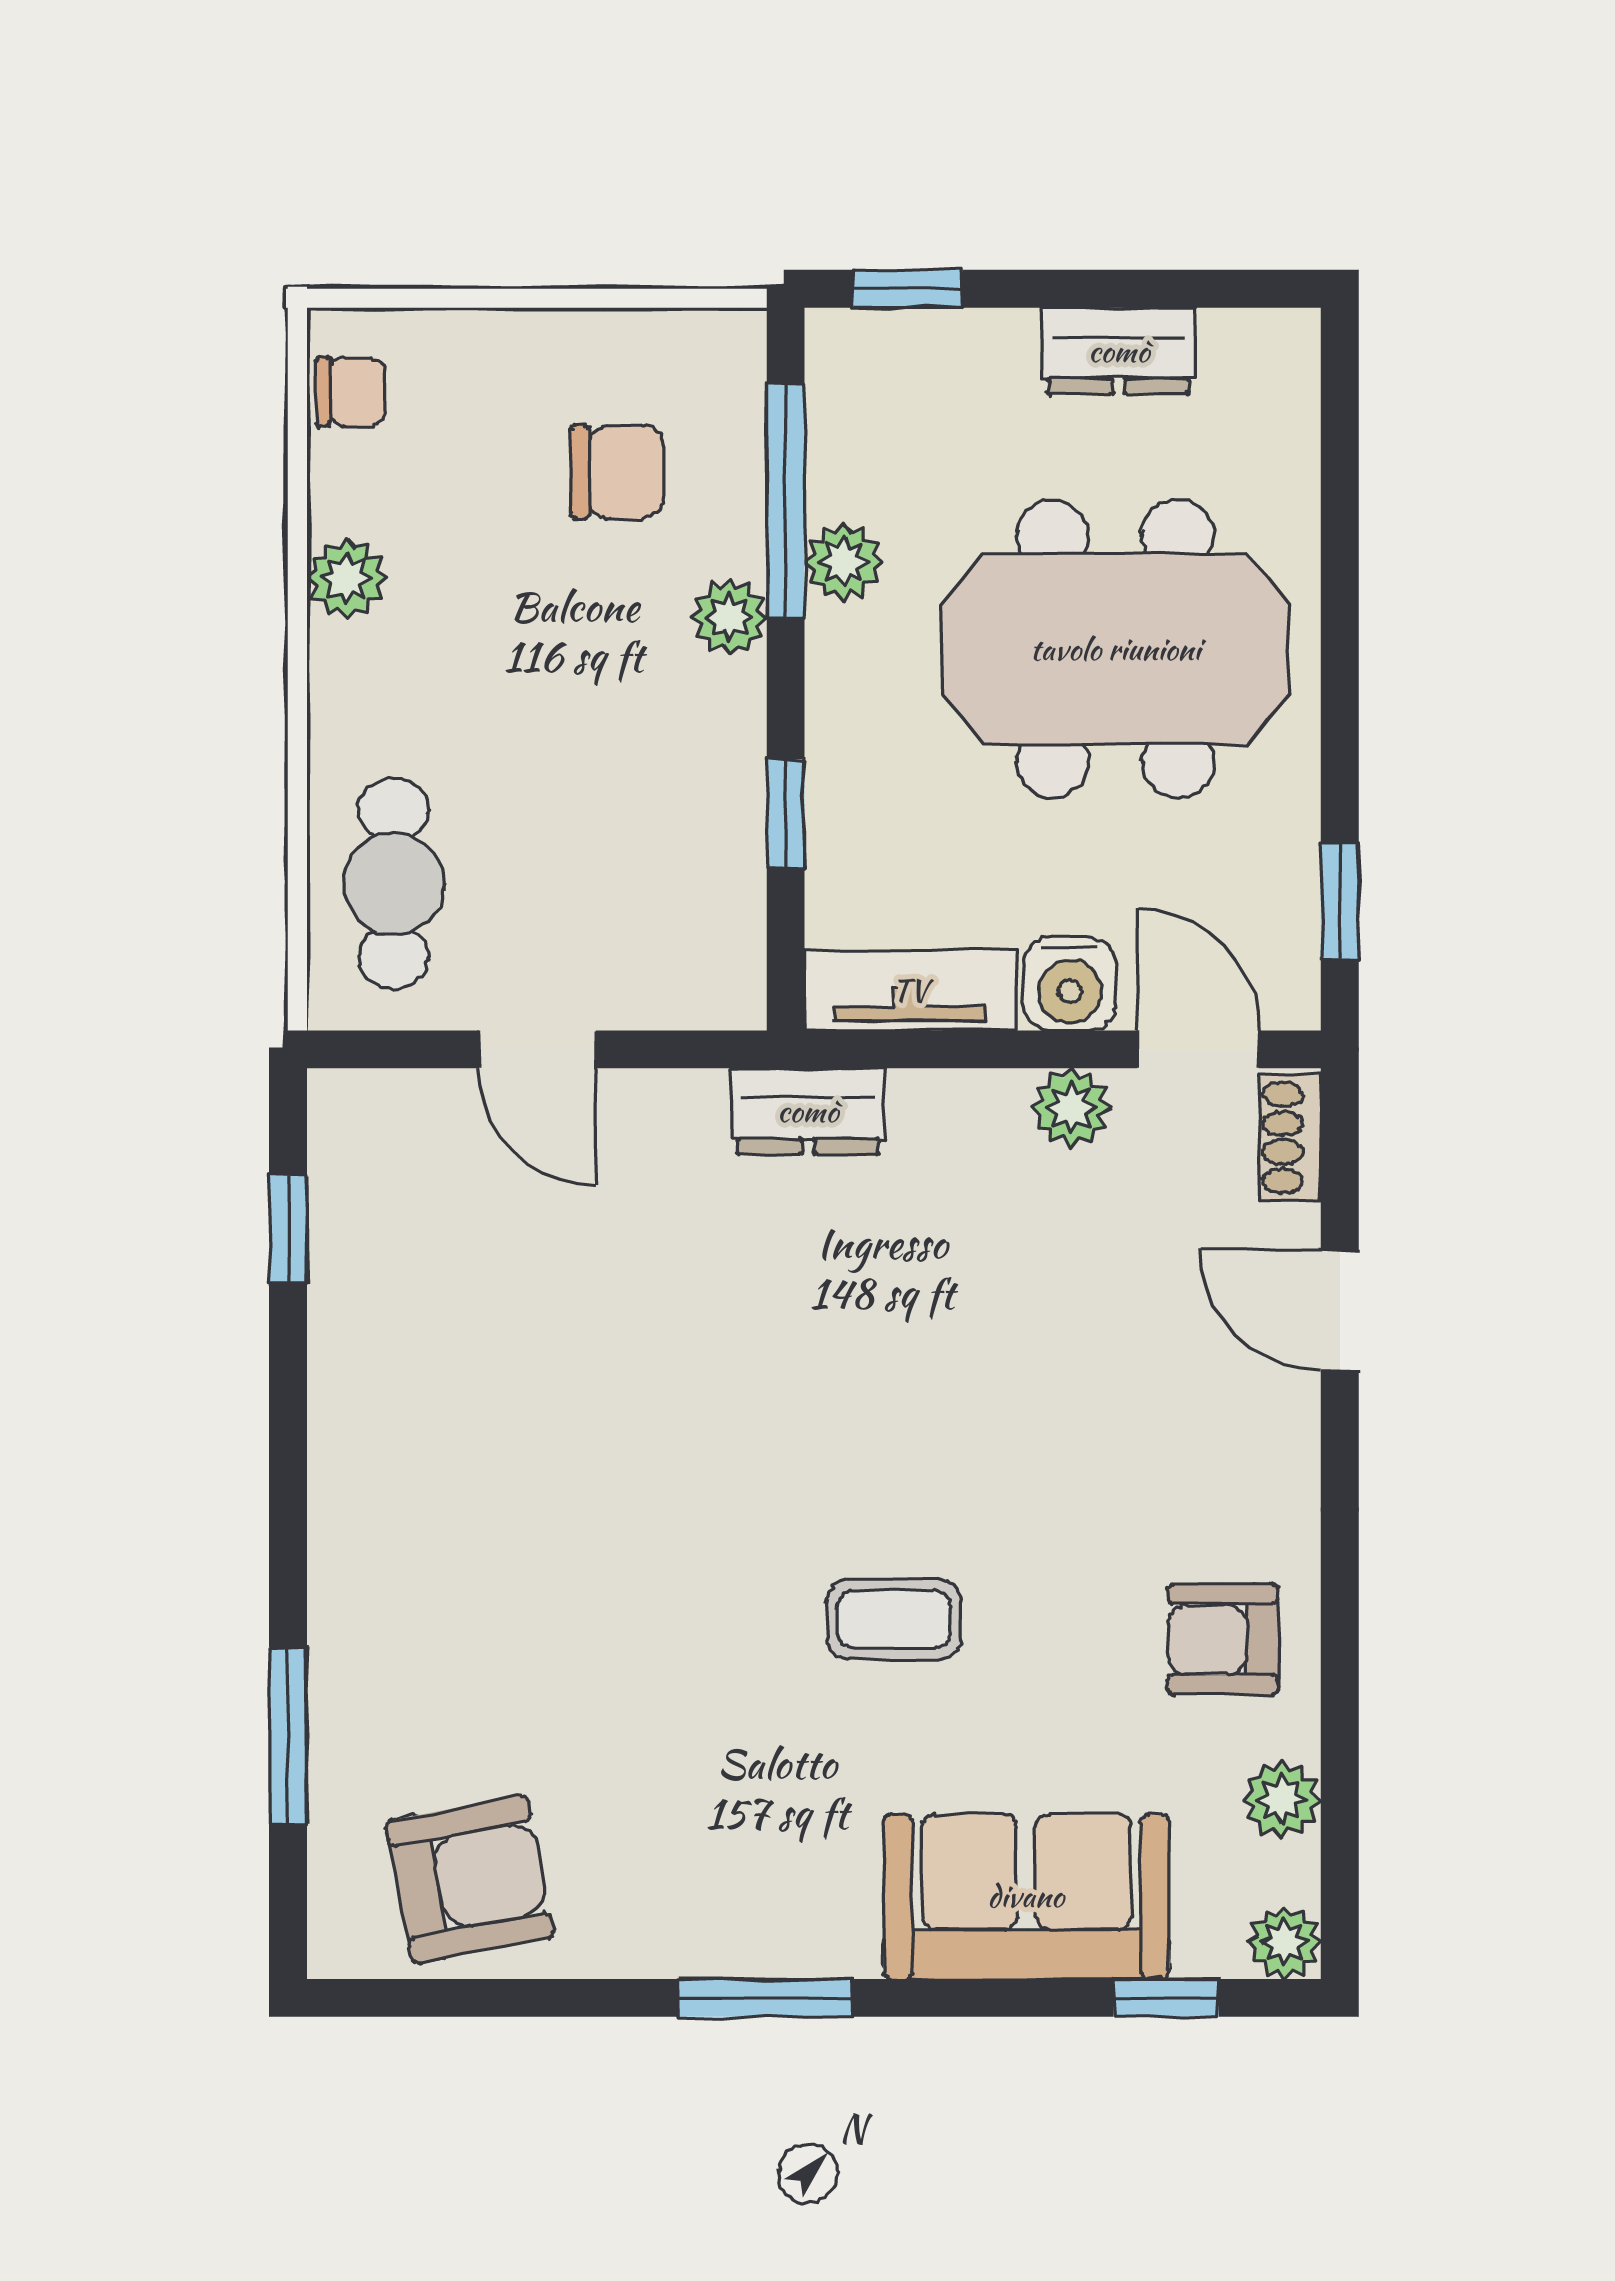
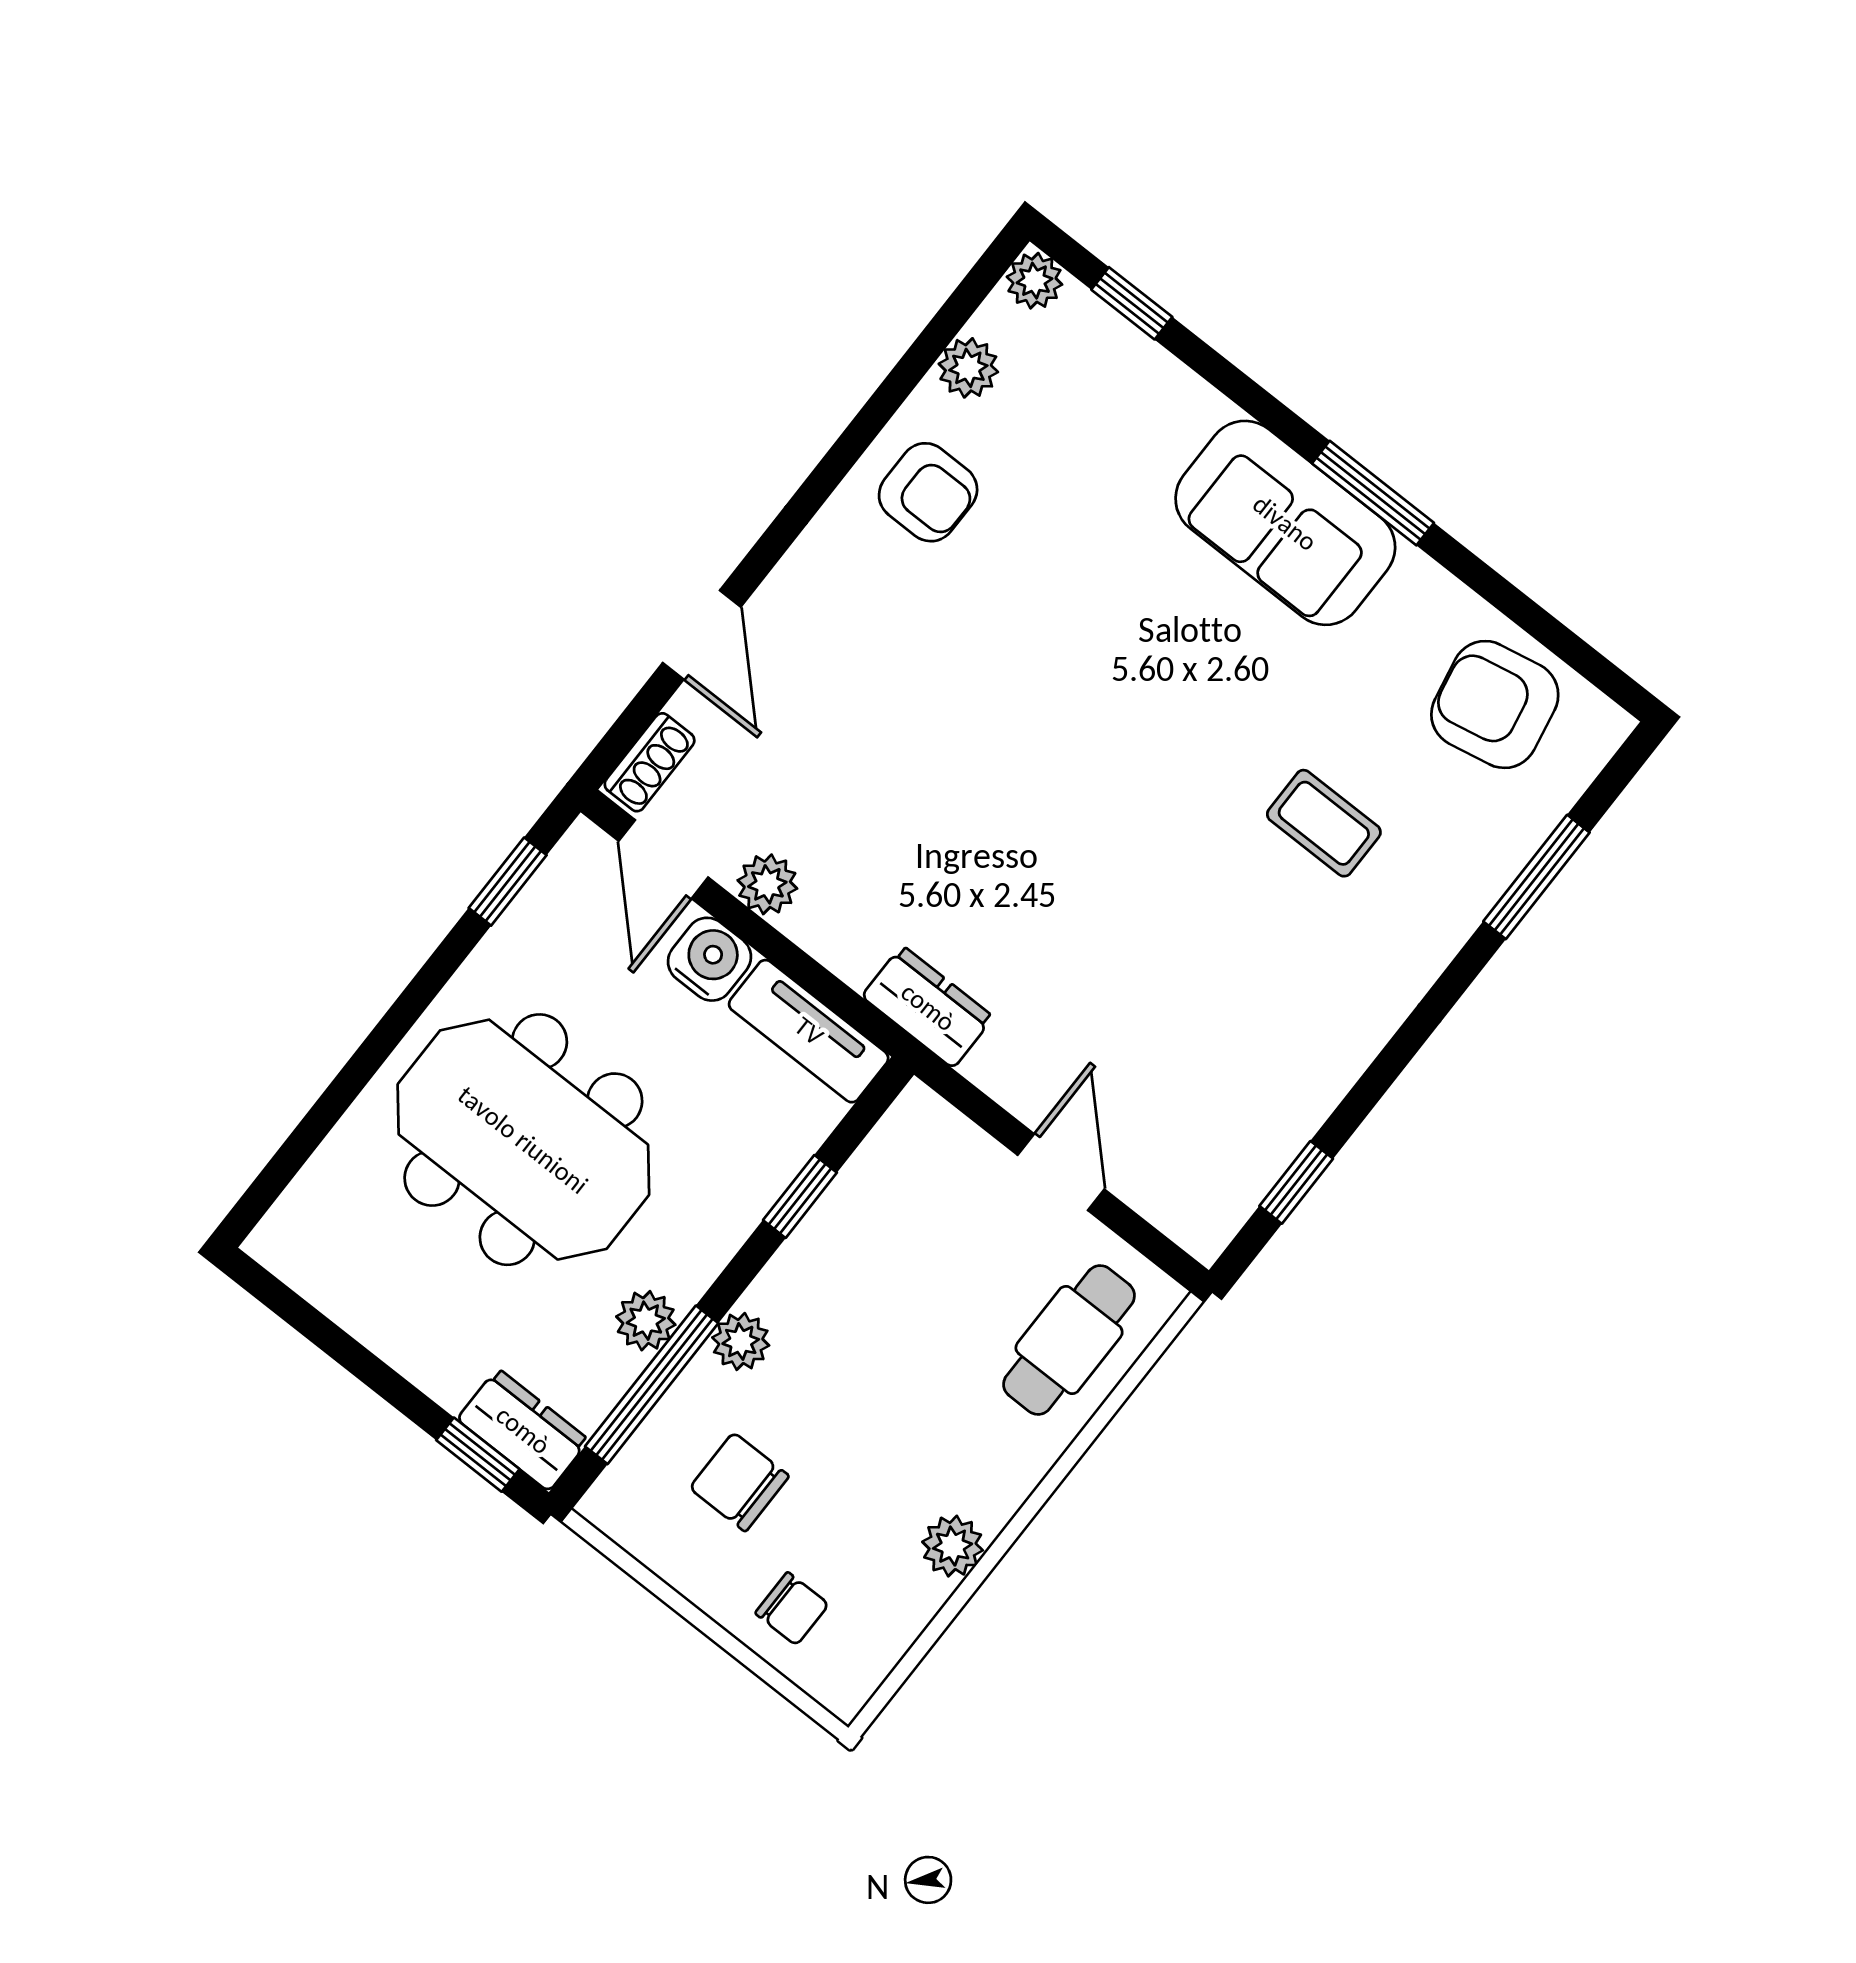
dresser: (1119, 351) -> (523, 1430), moved
chair: (351, 392) -> (792, 1609), moved, turned 180
coffee table: (894, 1619) -> (1324, 823), moved
sofa: (1026, 1896) -> (1285, 523), moved

